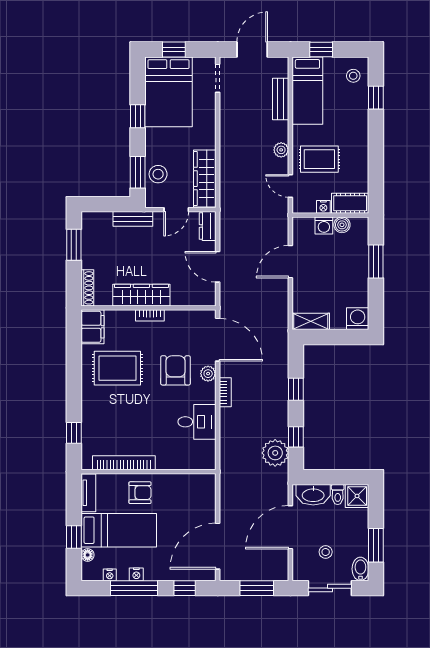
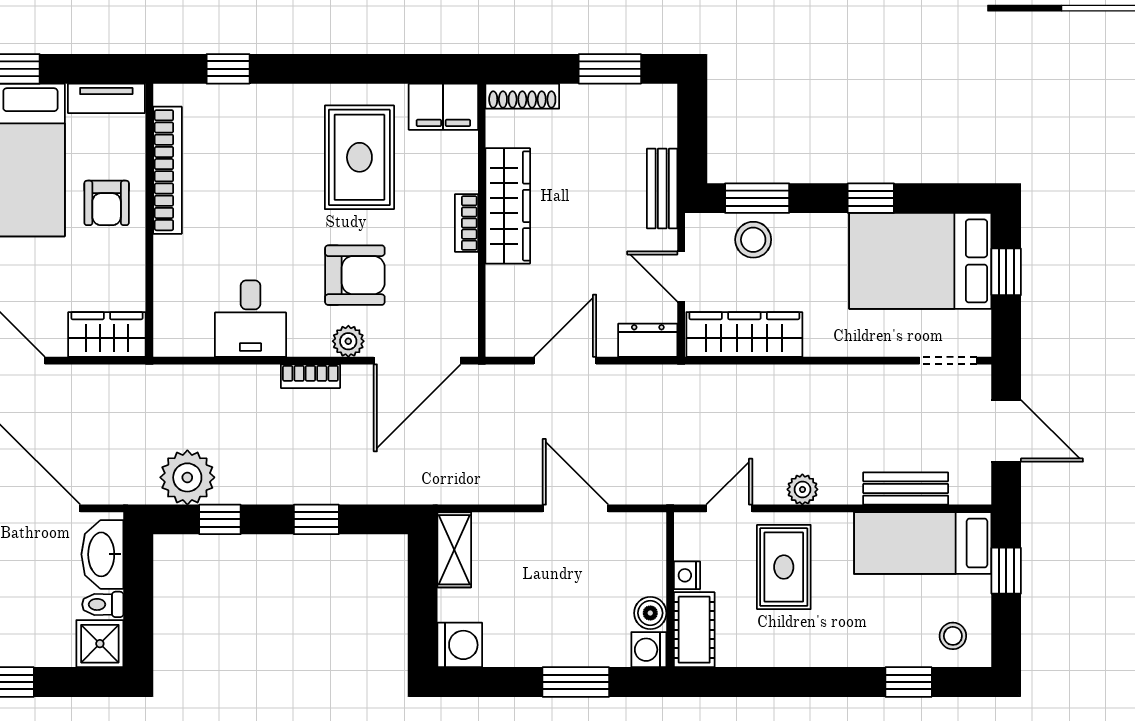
washing machine: (324, 226) -> (649, 650), moved
wardrobe: (205, 493) -> (107, 335), added

